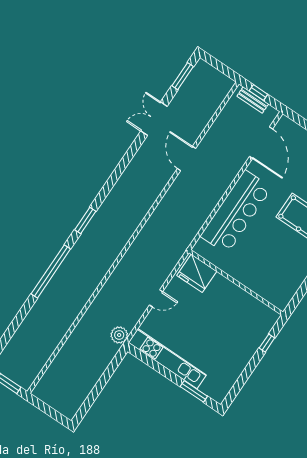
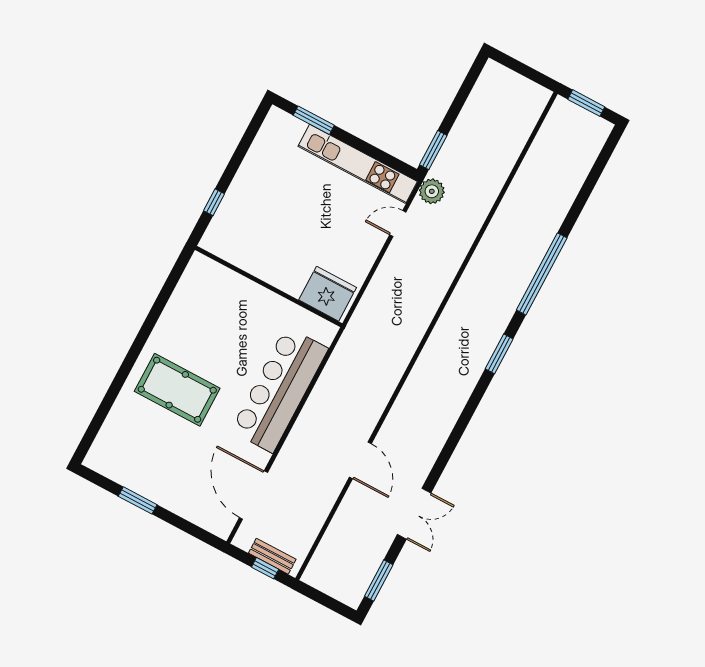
door: (156, 298) -> (398, 224), moved
window: (115, 363) -> (433, 150), added

